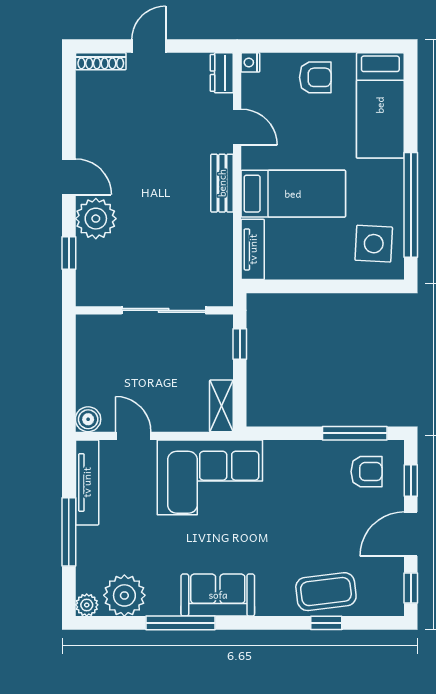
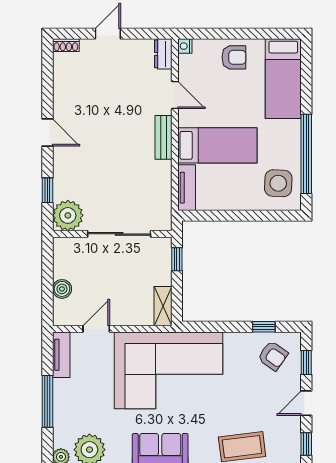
shoe rack: (101, 61) -> (66, 45), width x0.70
plant: (96, 219) -> (68, 215), moved
boiler: (88, 419) -> (62, 289), moved
window: (355, 433) -> (264, 327), width x0.46
door: (133, 436) -> (96, 329), hinge flipped
armchair: (366, 472) -> (273, 356), turned 35
corner sofa: (210, 477) -> (169, 370), width x1.36, depth x1.36
tv unit: (87, 482) -> (61, 355), width x0.71
door: (411, 534) -> (306, 403), width x0.73

